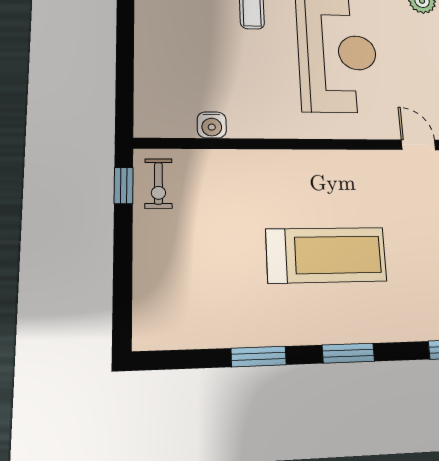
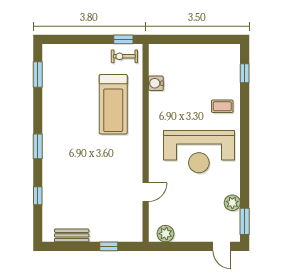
treadmill: (326, 255) -> (113, 104), moved
window: (259, 356) -> (38, 75), moved

